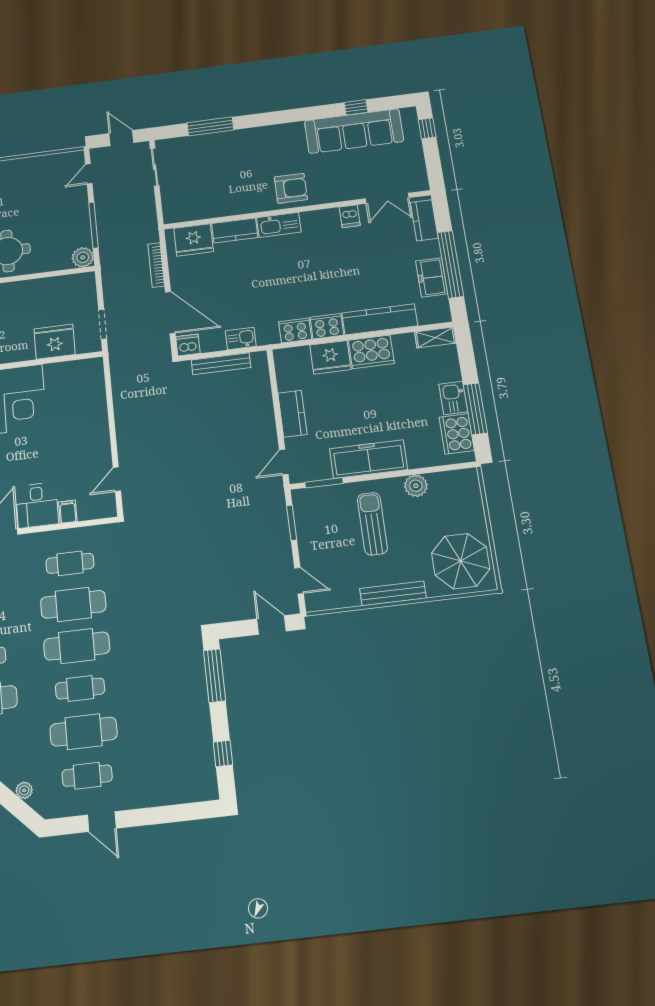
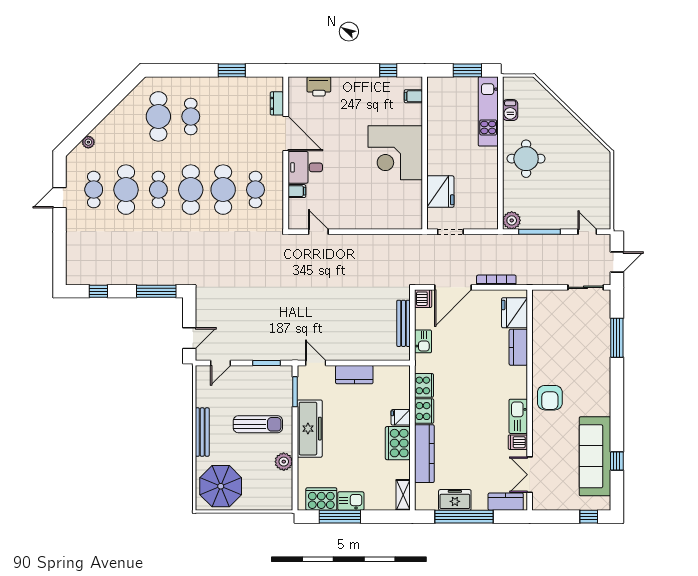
kitchen sink: (279, 225) -> (518, 416), moved
fridge: (330, 357) -> (401, 417), width x0.53, depth x0.75

